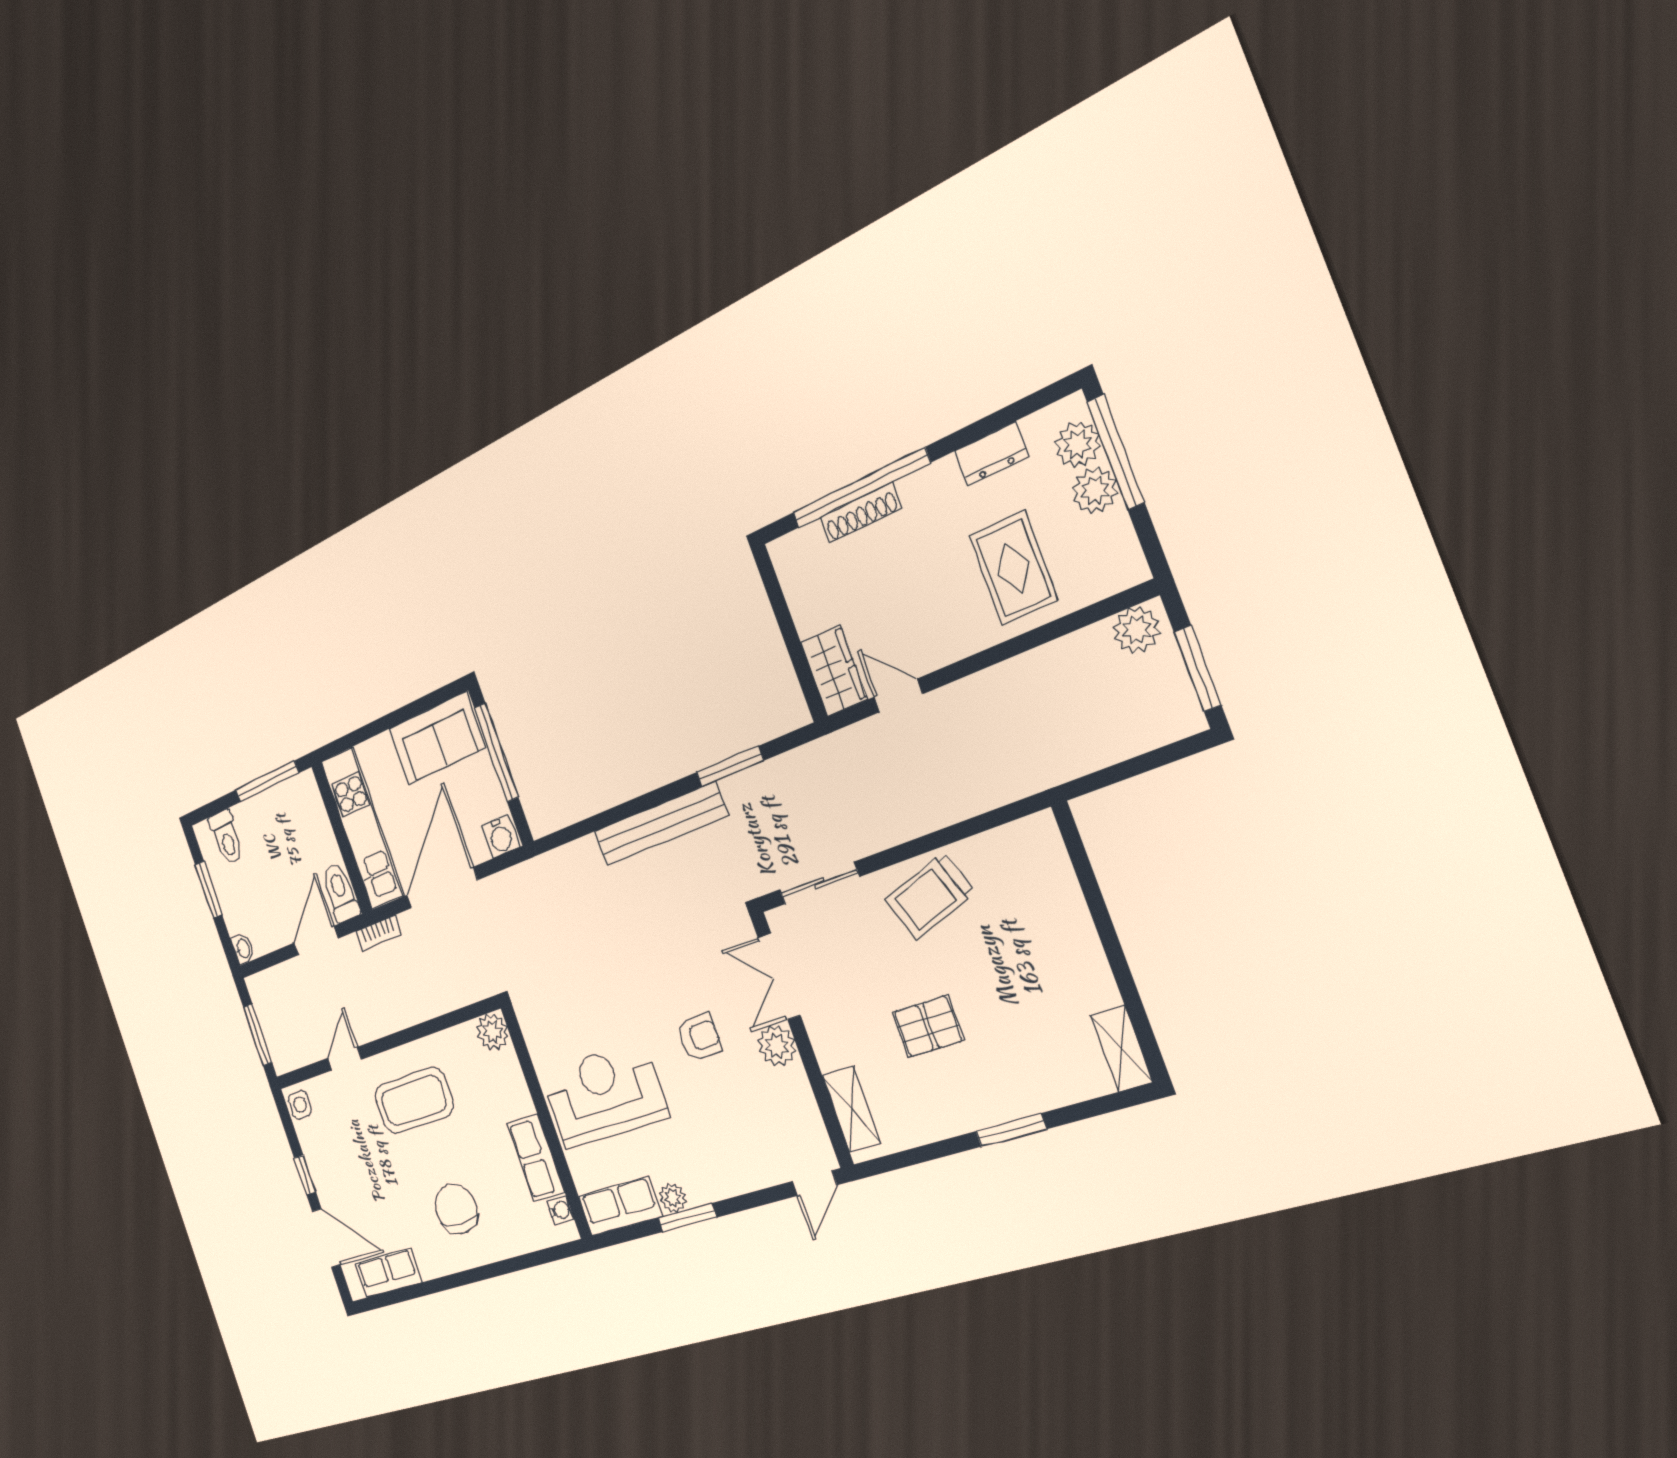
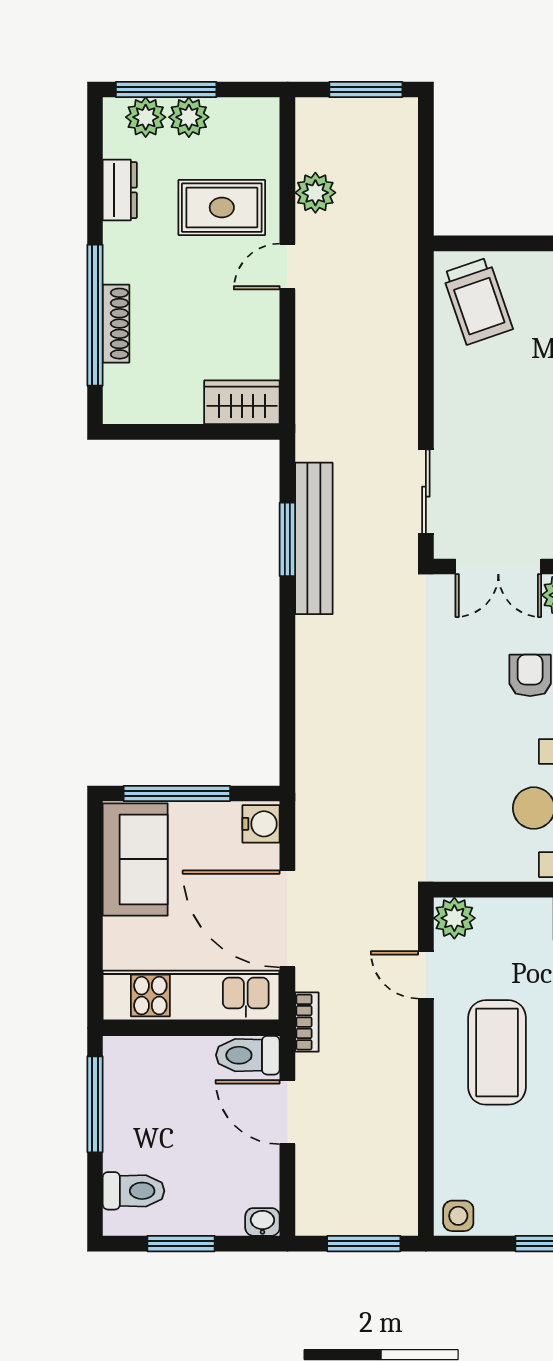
plant: (1137, 630) -> (315, 193), moved
door: (898, 696) -> (287, 267), moved
bench: (661, 824) -> (314, 538), moved
trolley: (930, 896) -> (478, 301), moved
door: (345, 1059) -> (426, 975), moved

